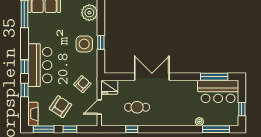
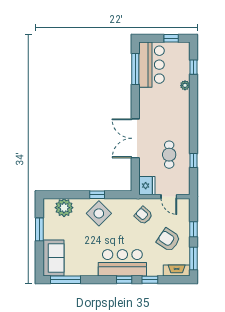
side table: (84, 44) -> (99, 213), turned 45
window: (216, 129) -> (193, 67), width x0.46

